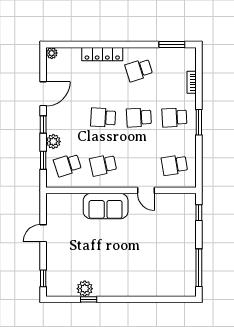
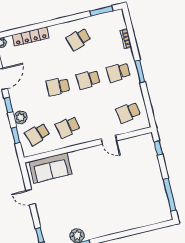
locker: (102, 54) -> (31, 36), moved
sofa: (106, 206) -> (51, 168), moved
door: (43, 233) -> (31, 197), hinge flipped

